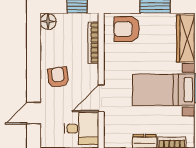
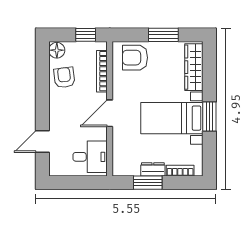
armchair: (58, 77) -> (64, 77), moved
door: (101, 98) -> (110, 113), moved

